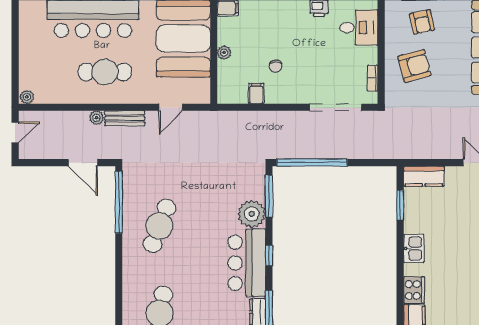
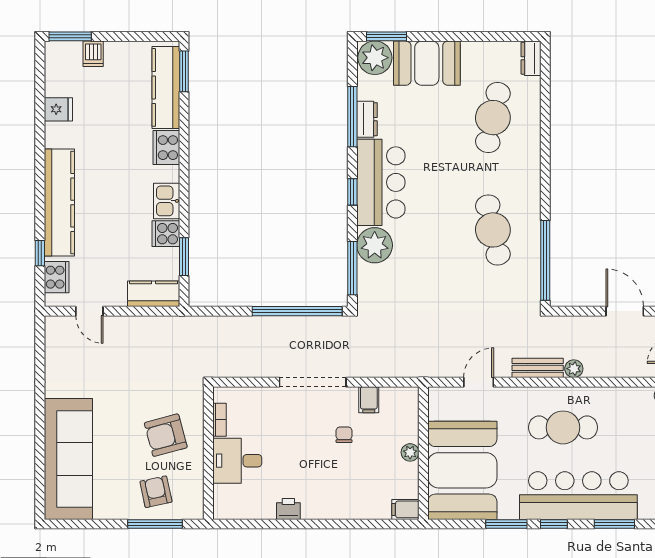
desk: (359, 28) -> (237, 461), moved
doorway: (336, 107) -> (313, 382), moved
door: (83, 163) -> (625, 311), moved
cooker: (414, 223) -> (166, 234), added
cafe table: (159, 226) -> (493, 230), turned -33

